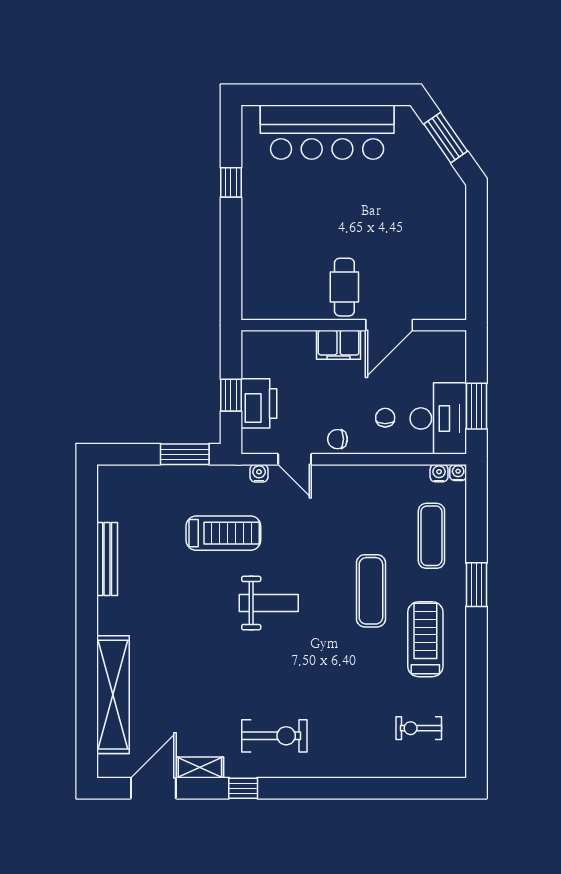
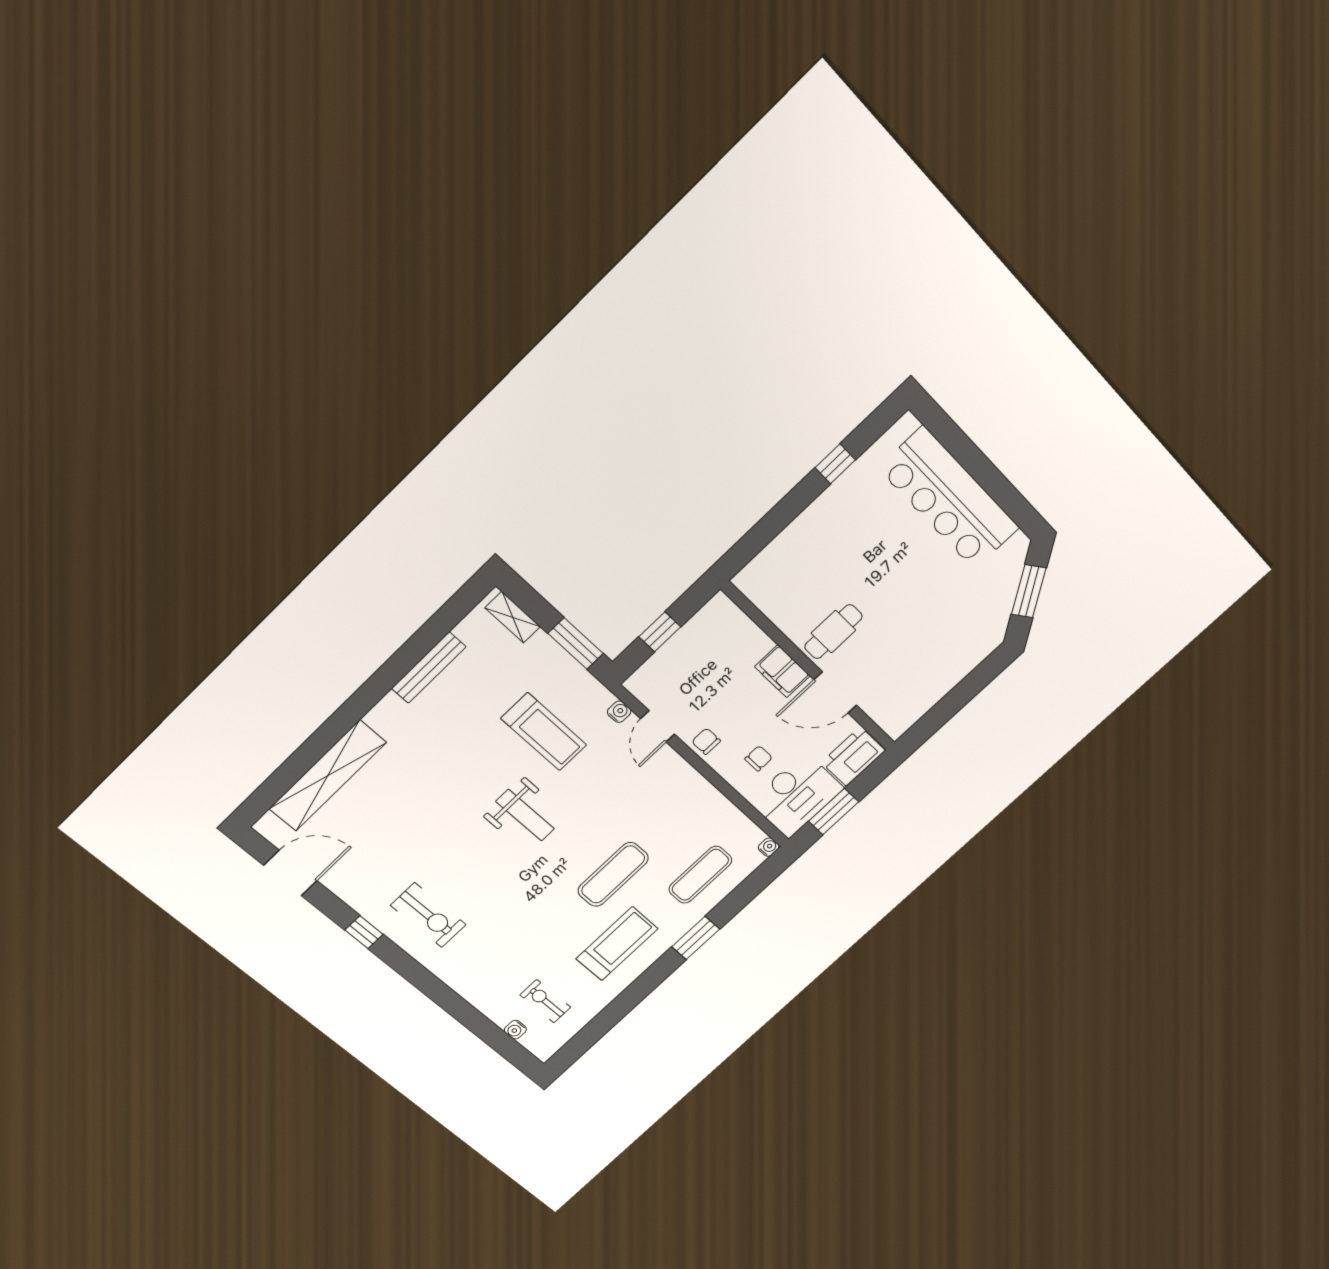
printer: (259, 403) -> (853, 756), moved, turned 180
water cooler: (439, 473) -> (515, 1030), moved, turned 180
shelving: (200, 767) -> (513, 617), moved

